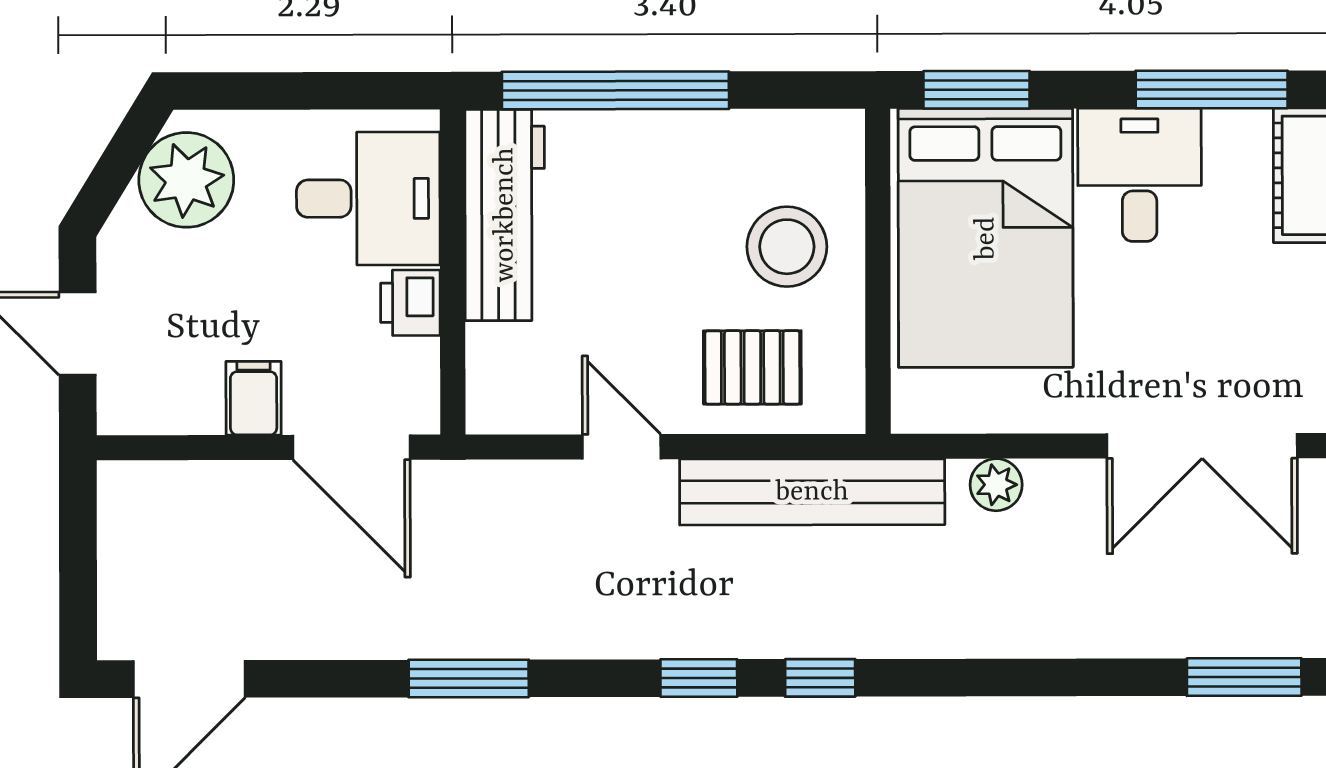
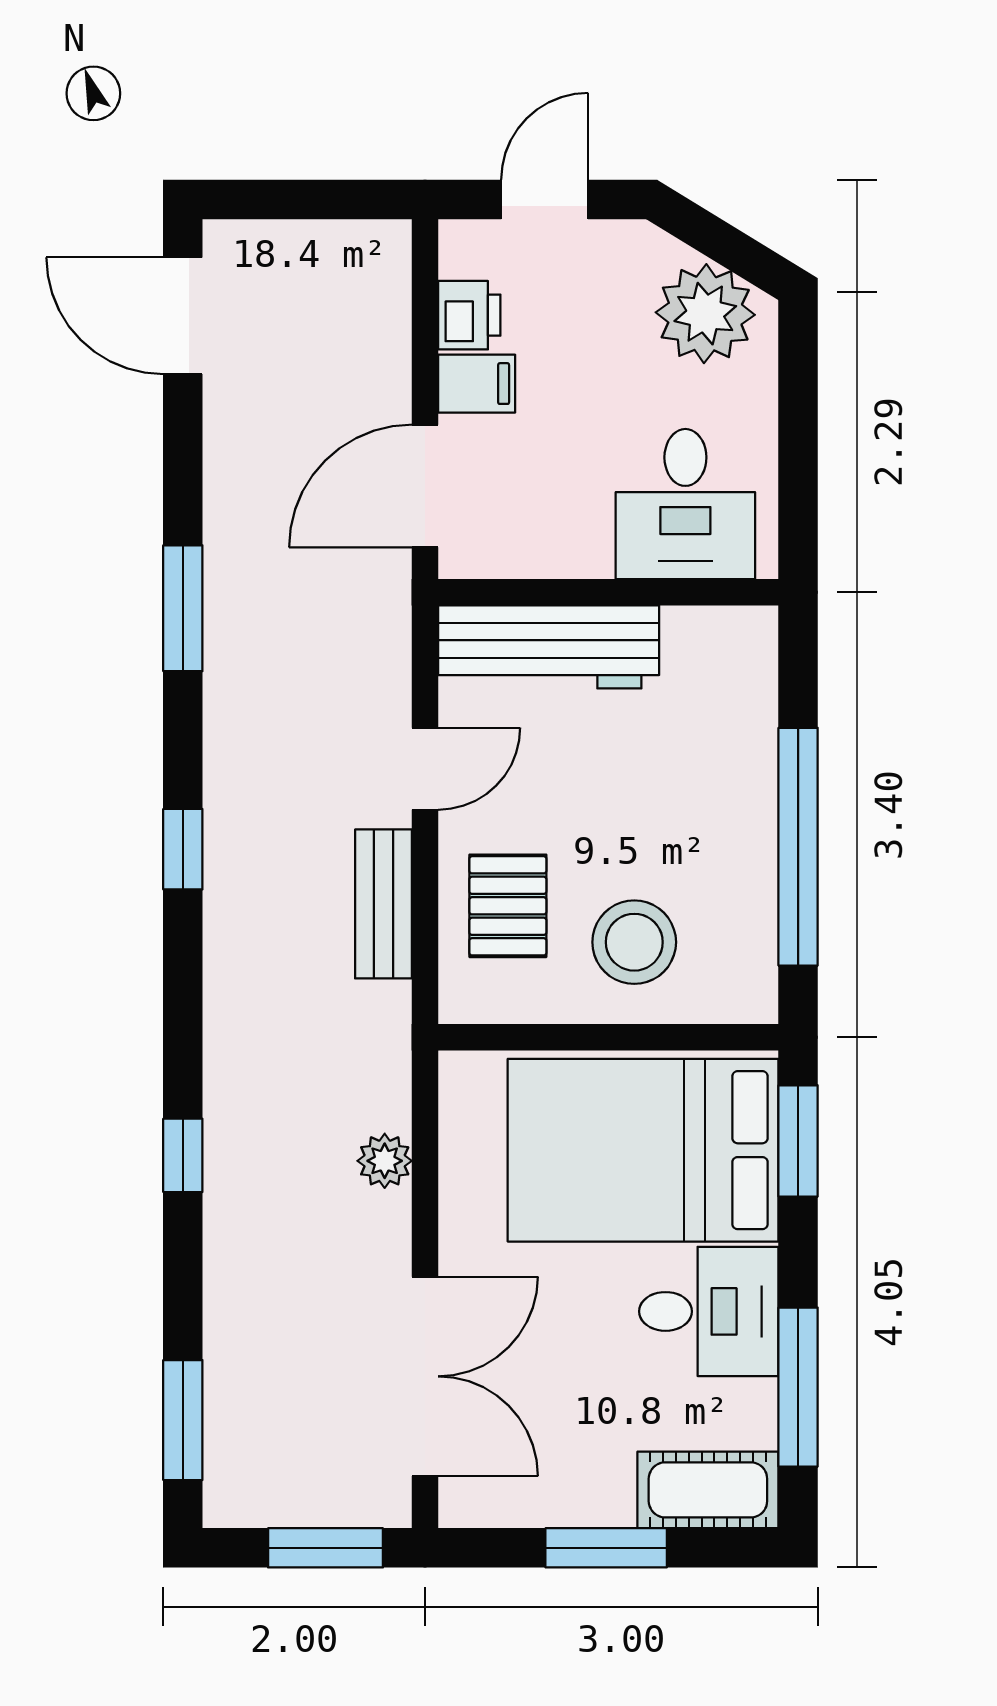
window: (615, 90) -> (798, 847), moved
workbench: (505, 215) -> (549, 647), moved
printer: (410, 303) -> (469, 315), moved, turned 90
double door: (1202, 446) -> (425, 1376), swing flipped
bench: (812, 492) -> (383, 904), width x0.54, depth x0.82
window: (820, 678) -> (183, 1155), moved

